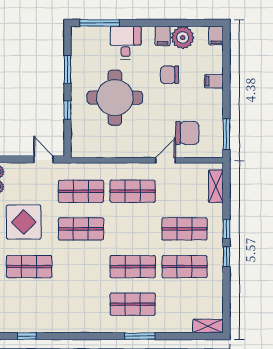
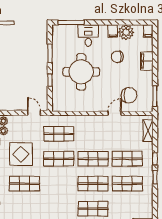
filing cabinet: (214, 81) -> (147, 61), width x2.00
shop shelf: (133, 191) -> (93, 159), moved

